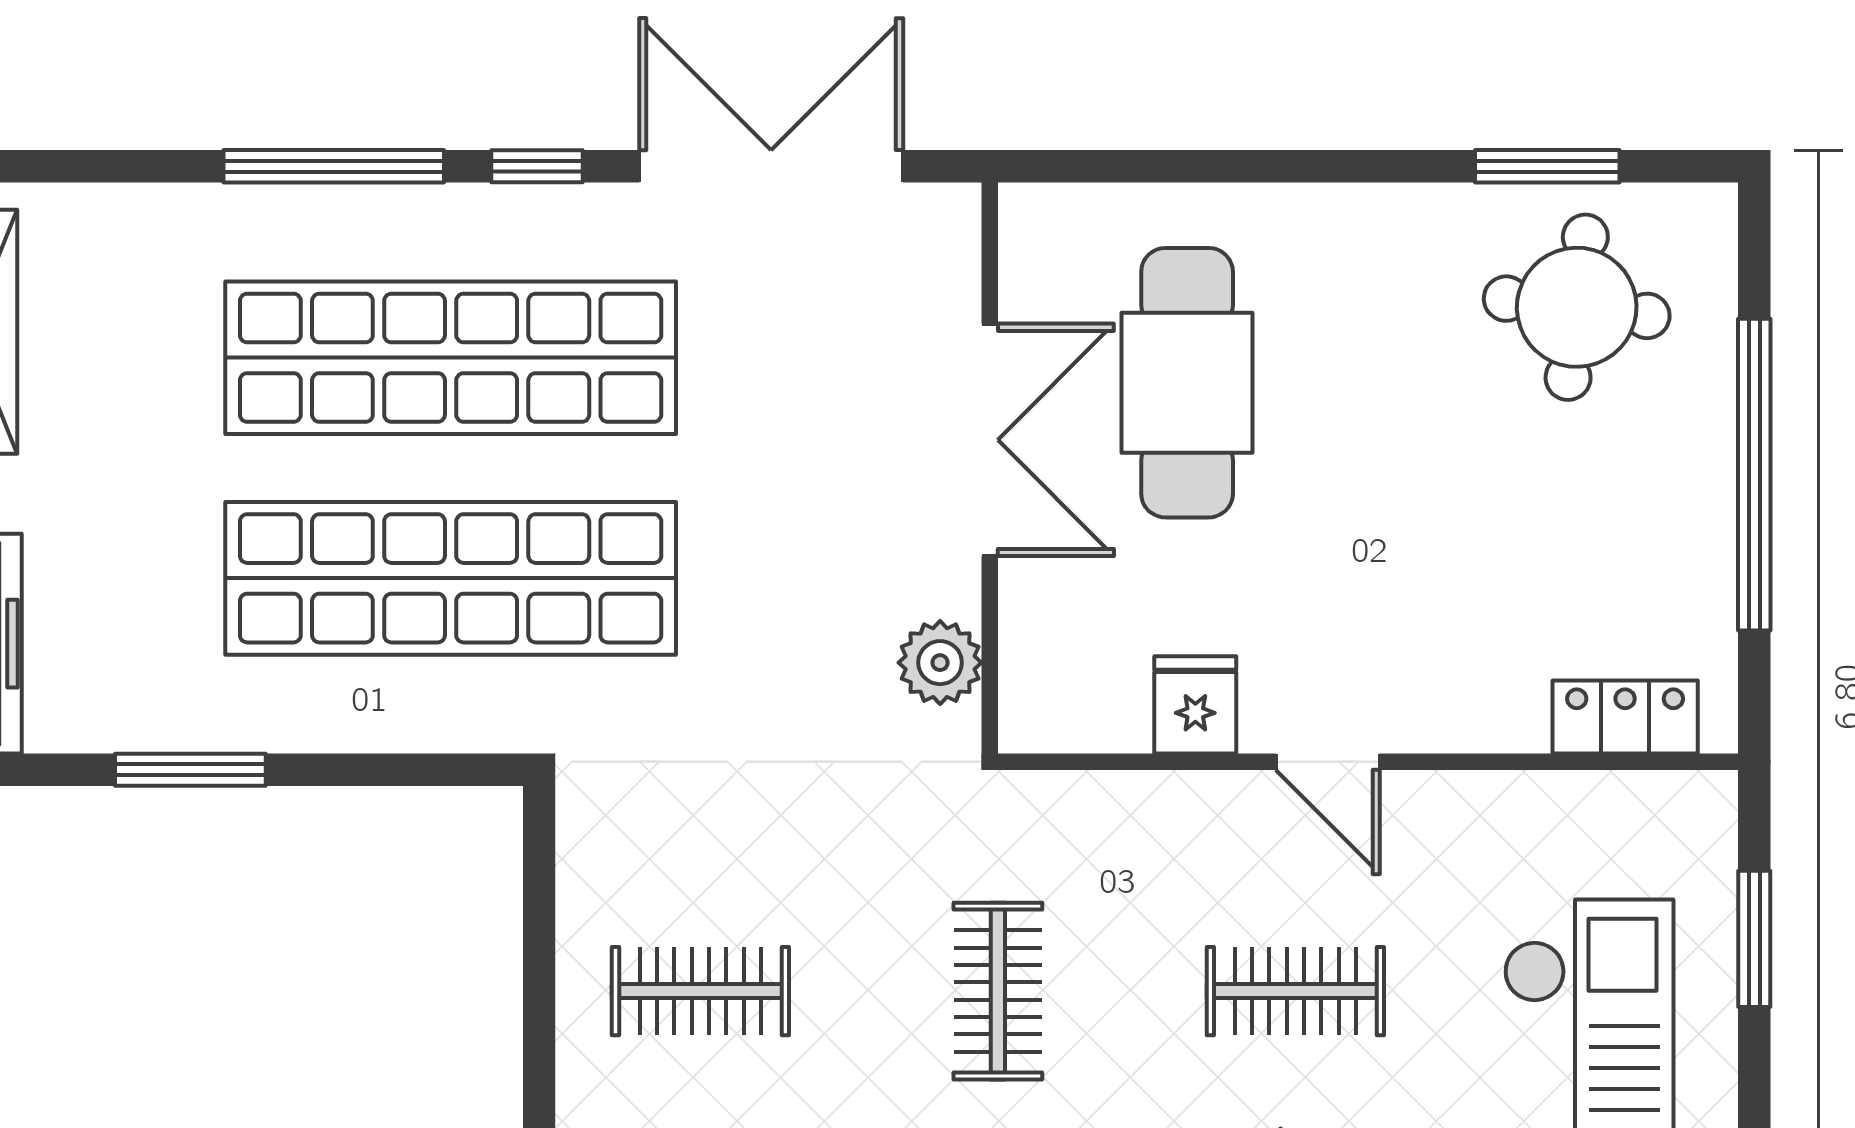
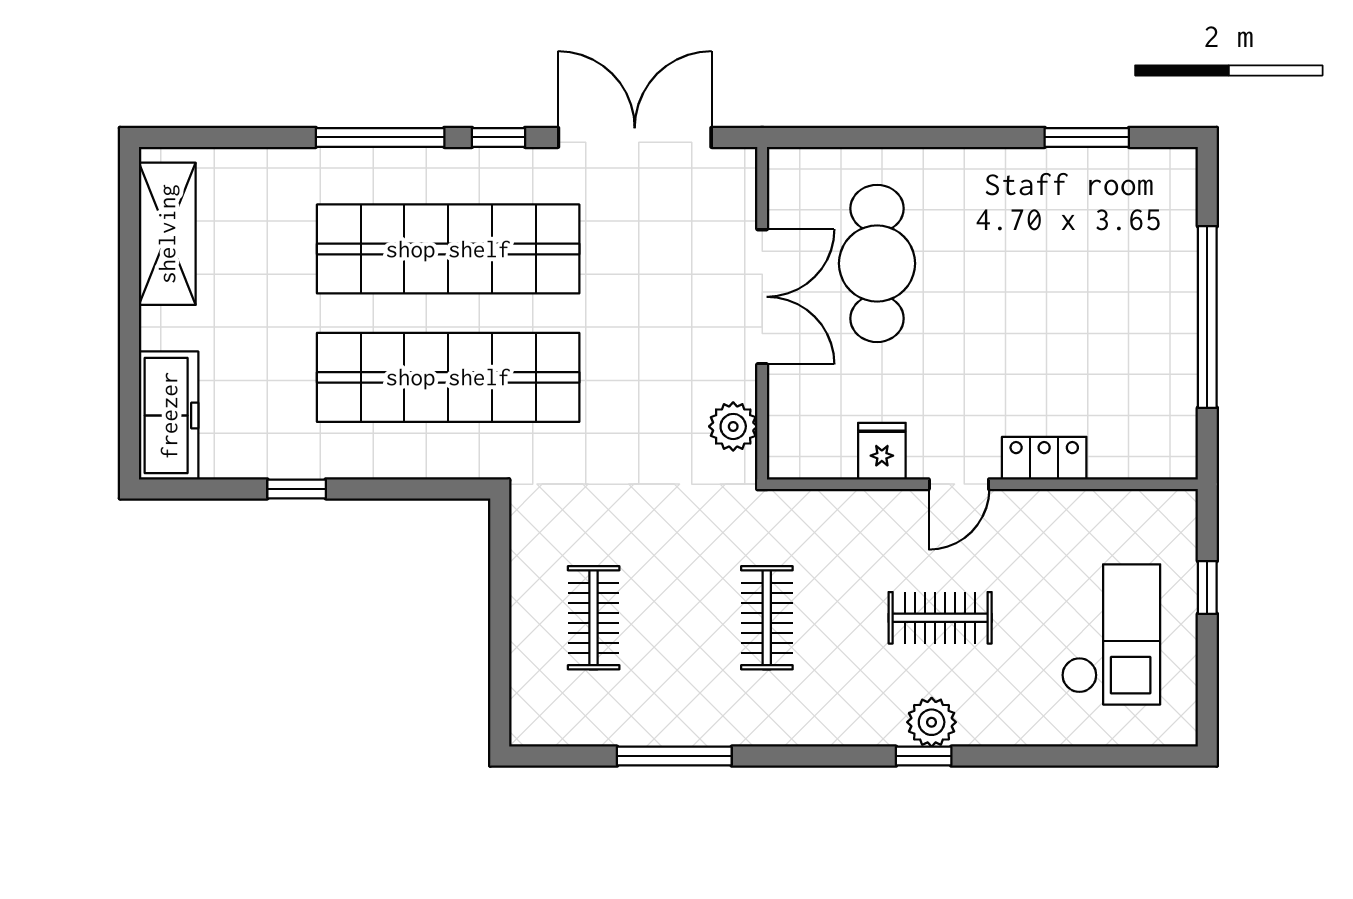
round table: (1577, 307) -> (1104, 220), removed
locker: (1625, 717) -> (1044, 458), moved
door: (1328, 762) -> (959, 484), hinge flipped
window: (190, 770) -> (297, 489), width x0.67
window: (1754, 939) -> (1207, 587), width x0.67
clothes rail: (700, 991) -> (594, 618), turned 90

